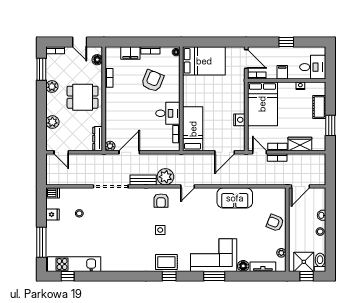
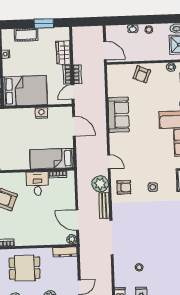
dining table: (83, 97) -> (25, 268), turned 90

